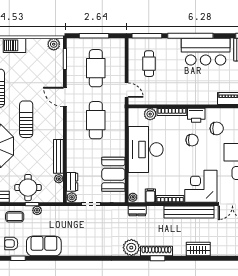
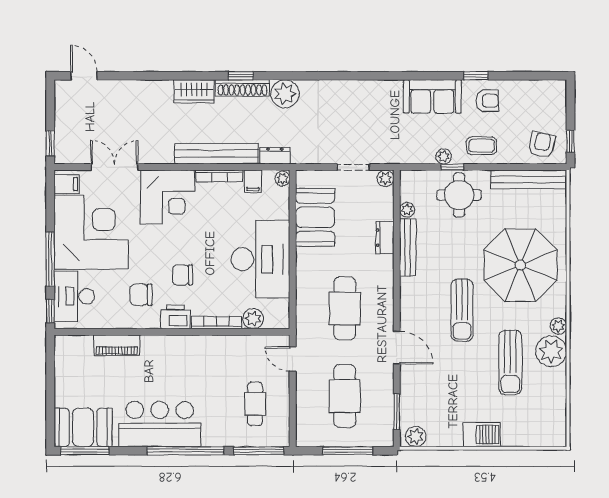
dresser: (72, 182) -> (385, 238), moved
bench: (189, 212) -> (216, 154), moved
wardrobe: (198, 249) -> (194, 91), moved

